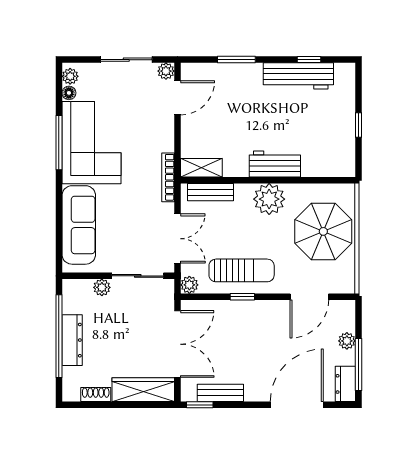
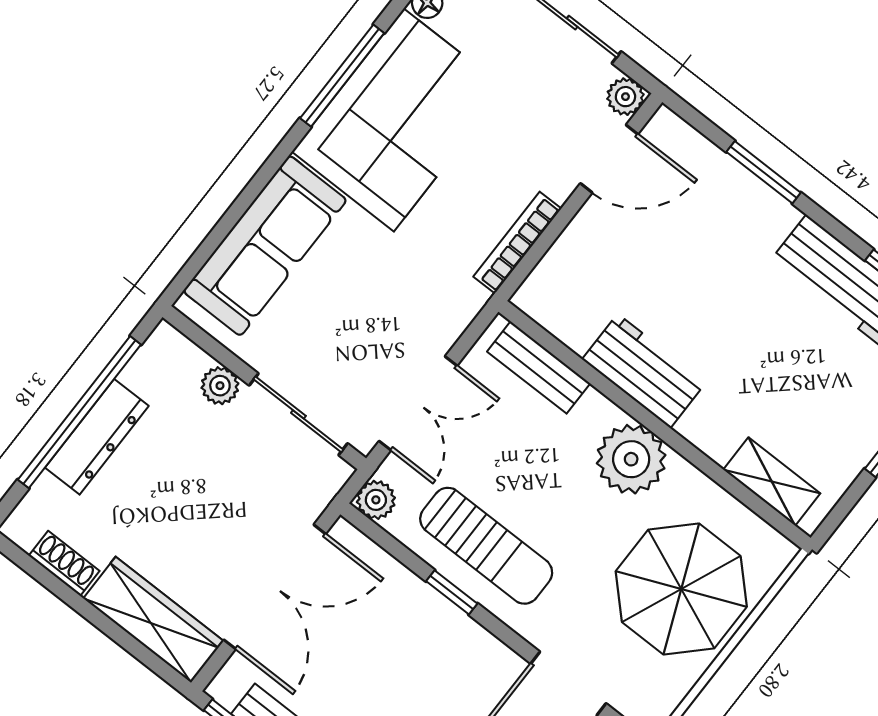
workbench: (275, 164) -> (644, 371), moved
shelving: (201, 168) -> (772, 482), moved
bookcase: (168, 177) -> (517, 243), moved

